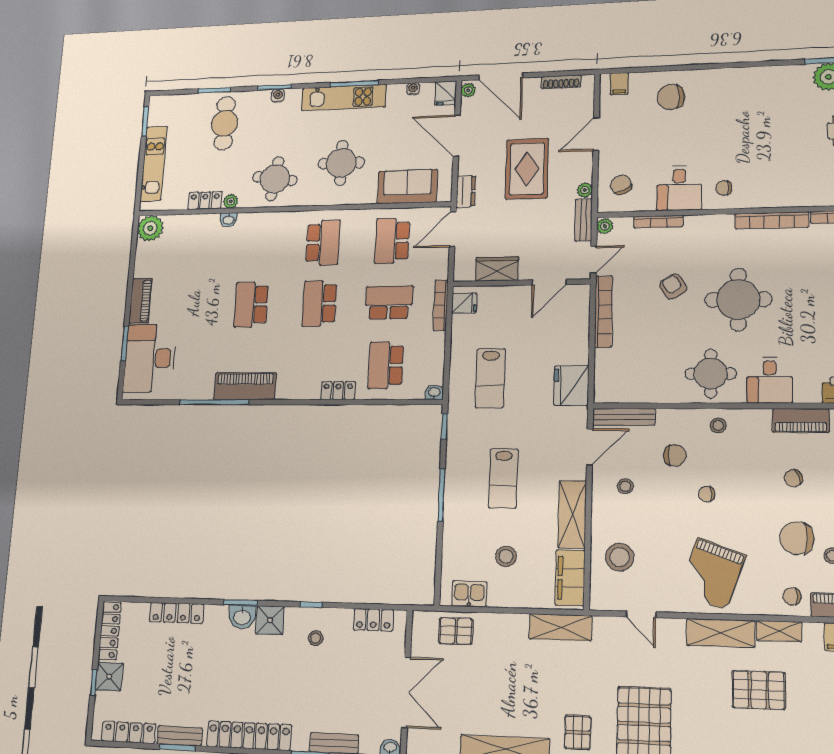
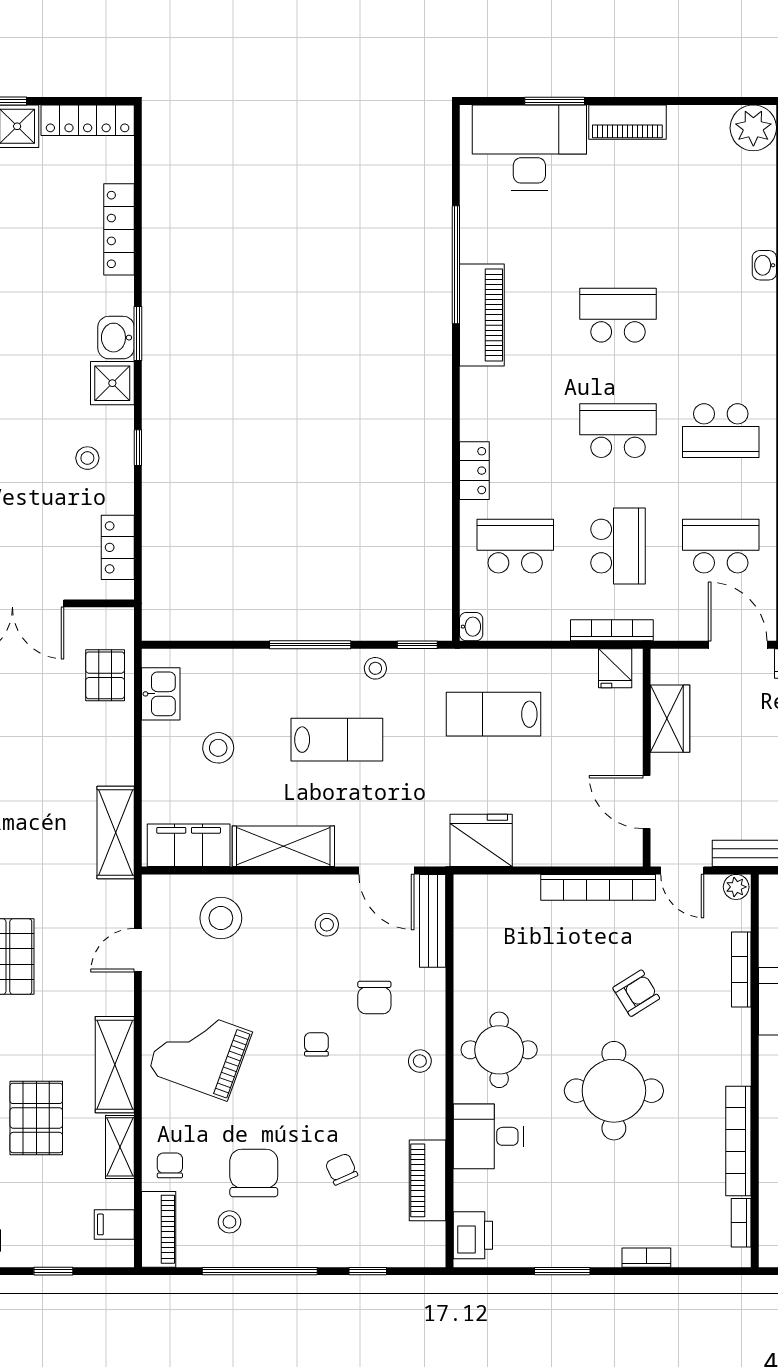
stool: (458, 453) -> (375, 668), added
lab bench: (503, 478) -> (337, 740), turned 180

